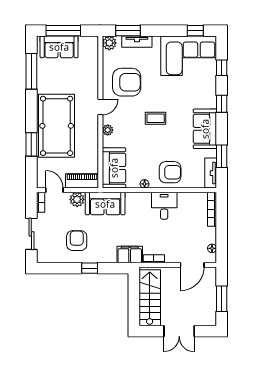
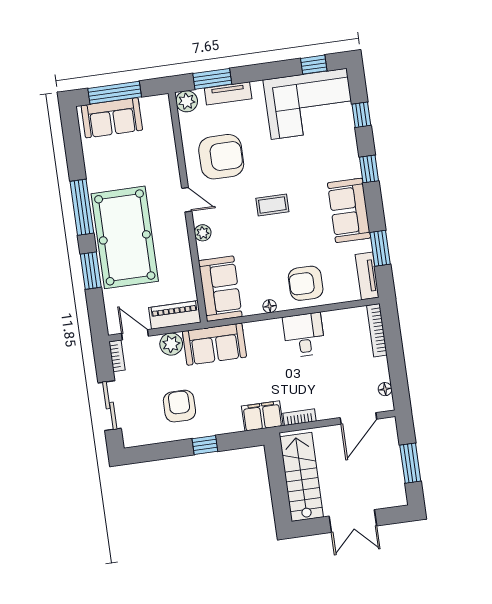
window: (31, 71) -> (82, 207), moved
door: (100, 107) -> (187, 200), hinge flipped
armchair: (170, 172) -> (306, 283), turned 180

